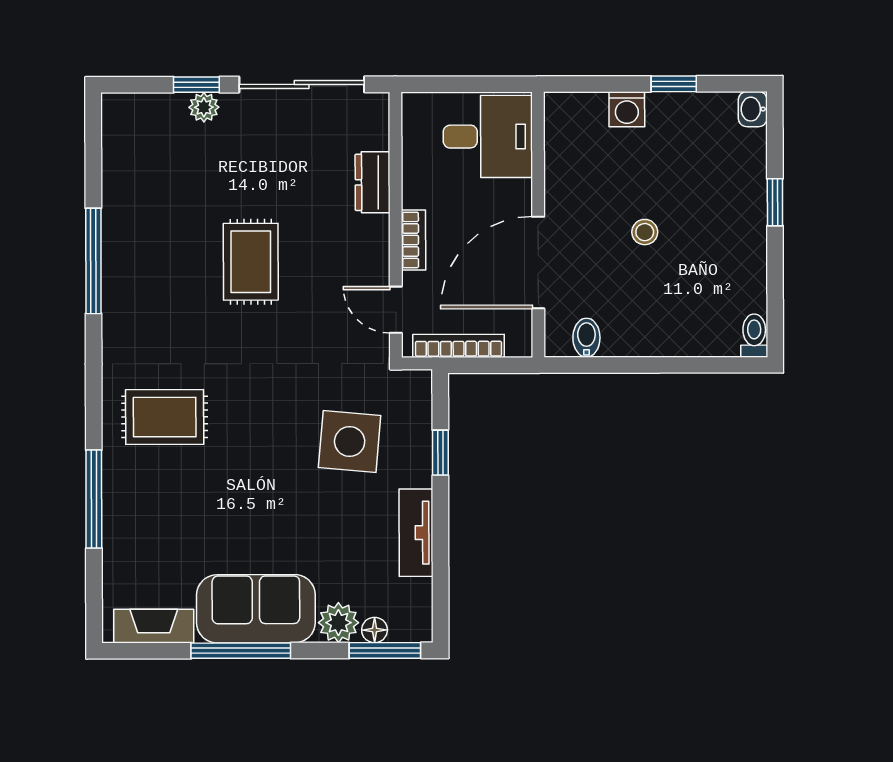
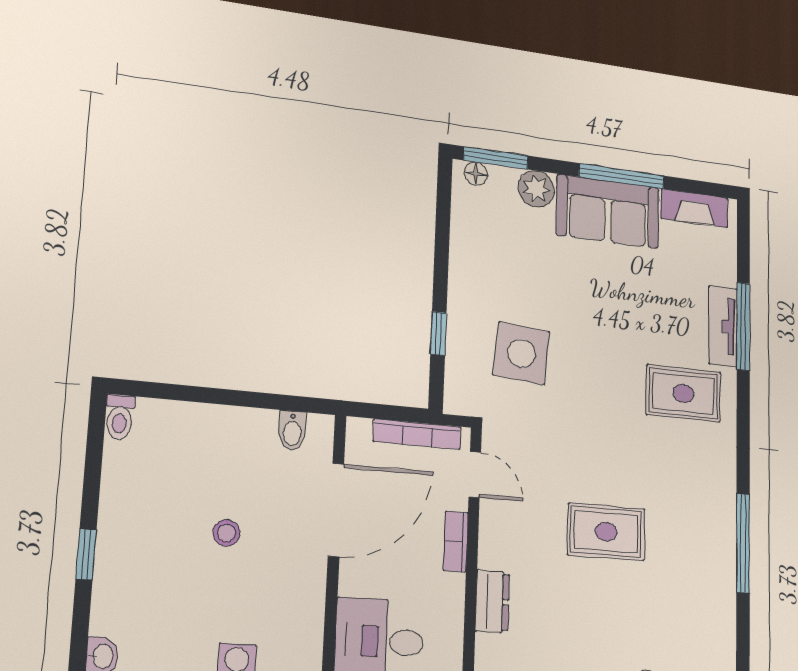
rug: (251, 262) -> (606, 532), turned 90
tv unit: (416, 533) -> (723, 326), moved, turned 180
floor lamp: (375, 630) -> (476, 174), moved

